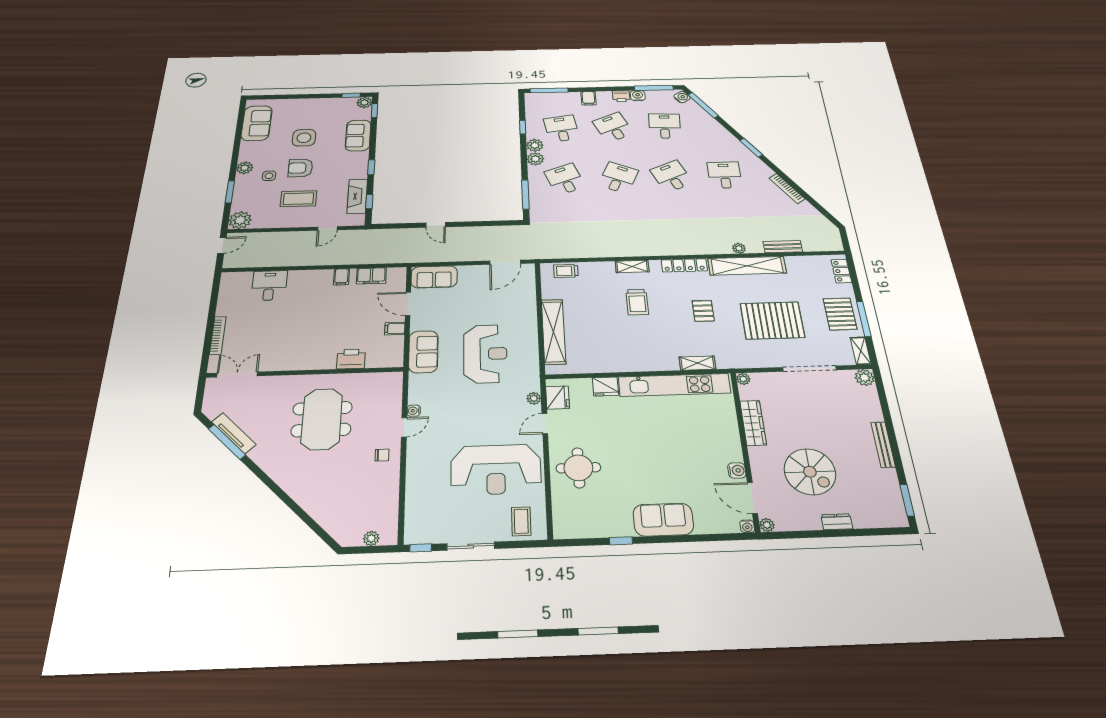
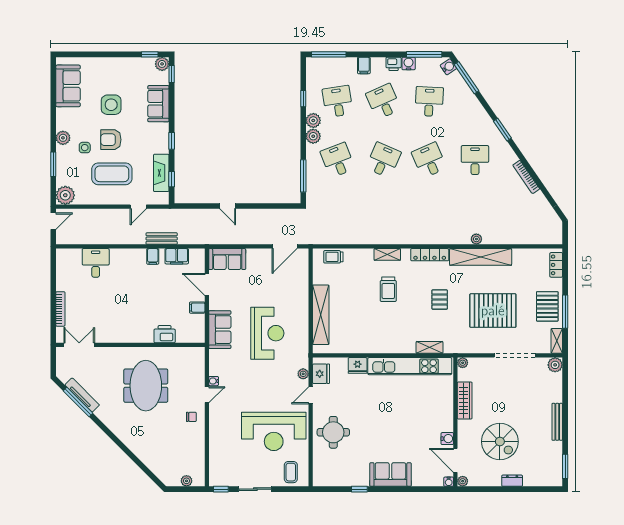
coffee table: (298, 199) -> (112, 174), width x1.36, depth x1.32
bench: (783, 247) -> (162, 239), moved

